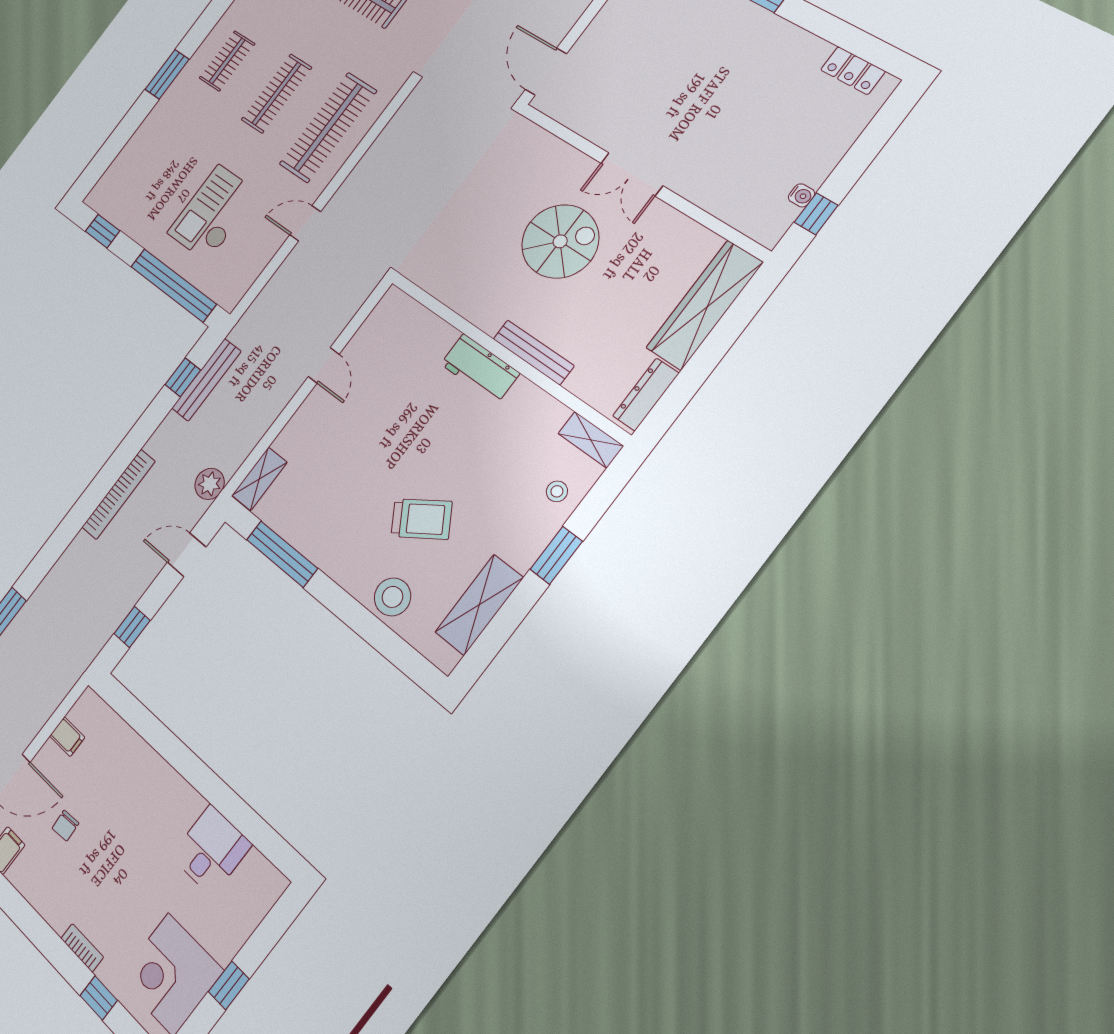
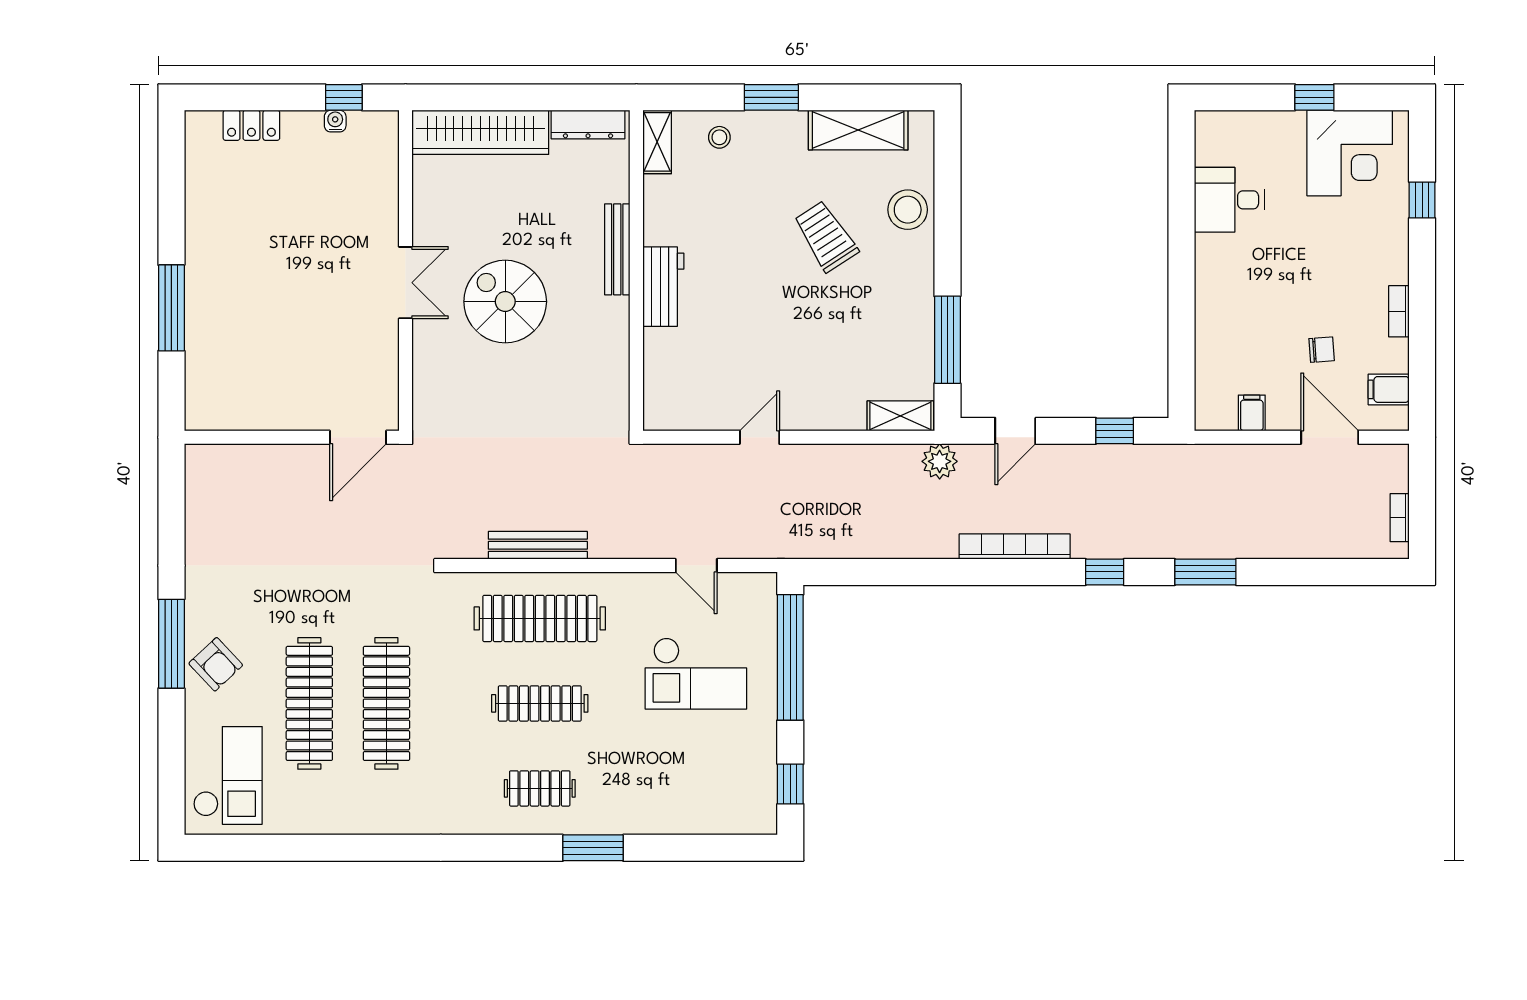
locker: (853, 71) -> (251, 125), moved, turned 90
door: (305, 223) -> (696, 566), moved
window: (183, 377) -> (1105, 572), moved
bench: (206, 380) -> (538, 545), moved
door: (187, 555) -> (1015, 431), hinge flipped
bookcase: (82, 948) -> (1399, 311), moved

